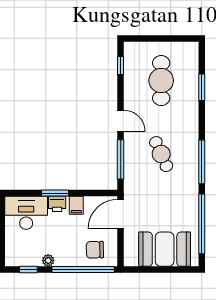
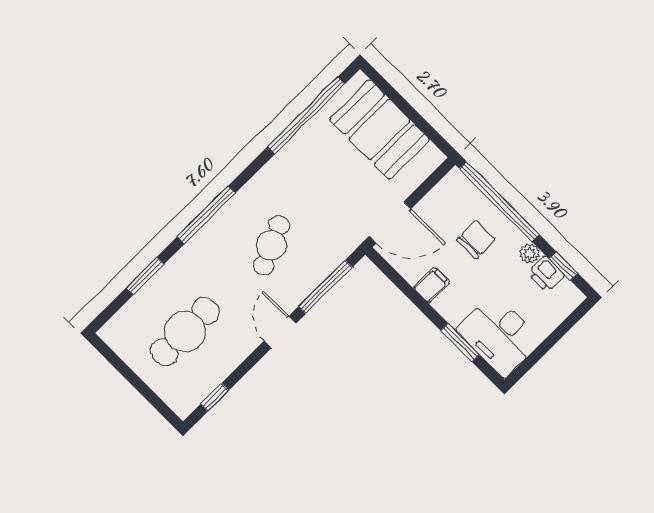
window: (202, 162) -> (206, 215), moved
window: (55, 193) -> (460, 343), moved
printer: (57, 204) -> (546, 274), moved, turned 180
chair: (95, 250) -> (476, 240), moved, turned -89

